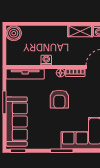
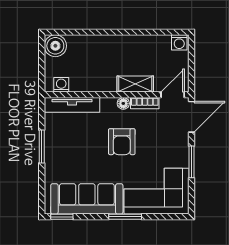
shelving: (80, 31) -> (135, 84), moved
washing machine: (46, 60) -> (61, 85), moved
sofa: (17, 122) -> (87, 199), moved, turned -90

